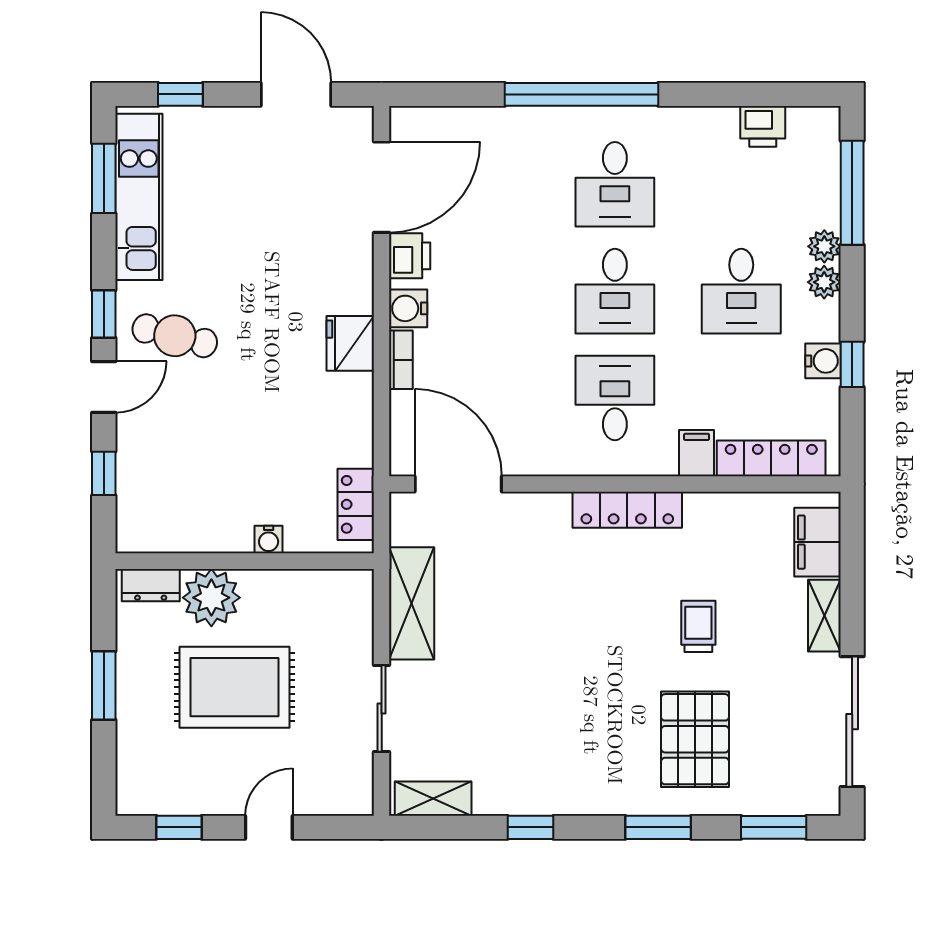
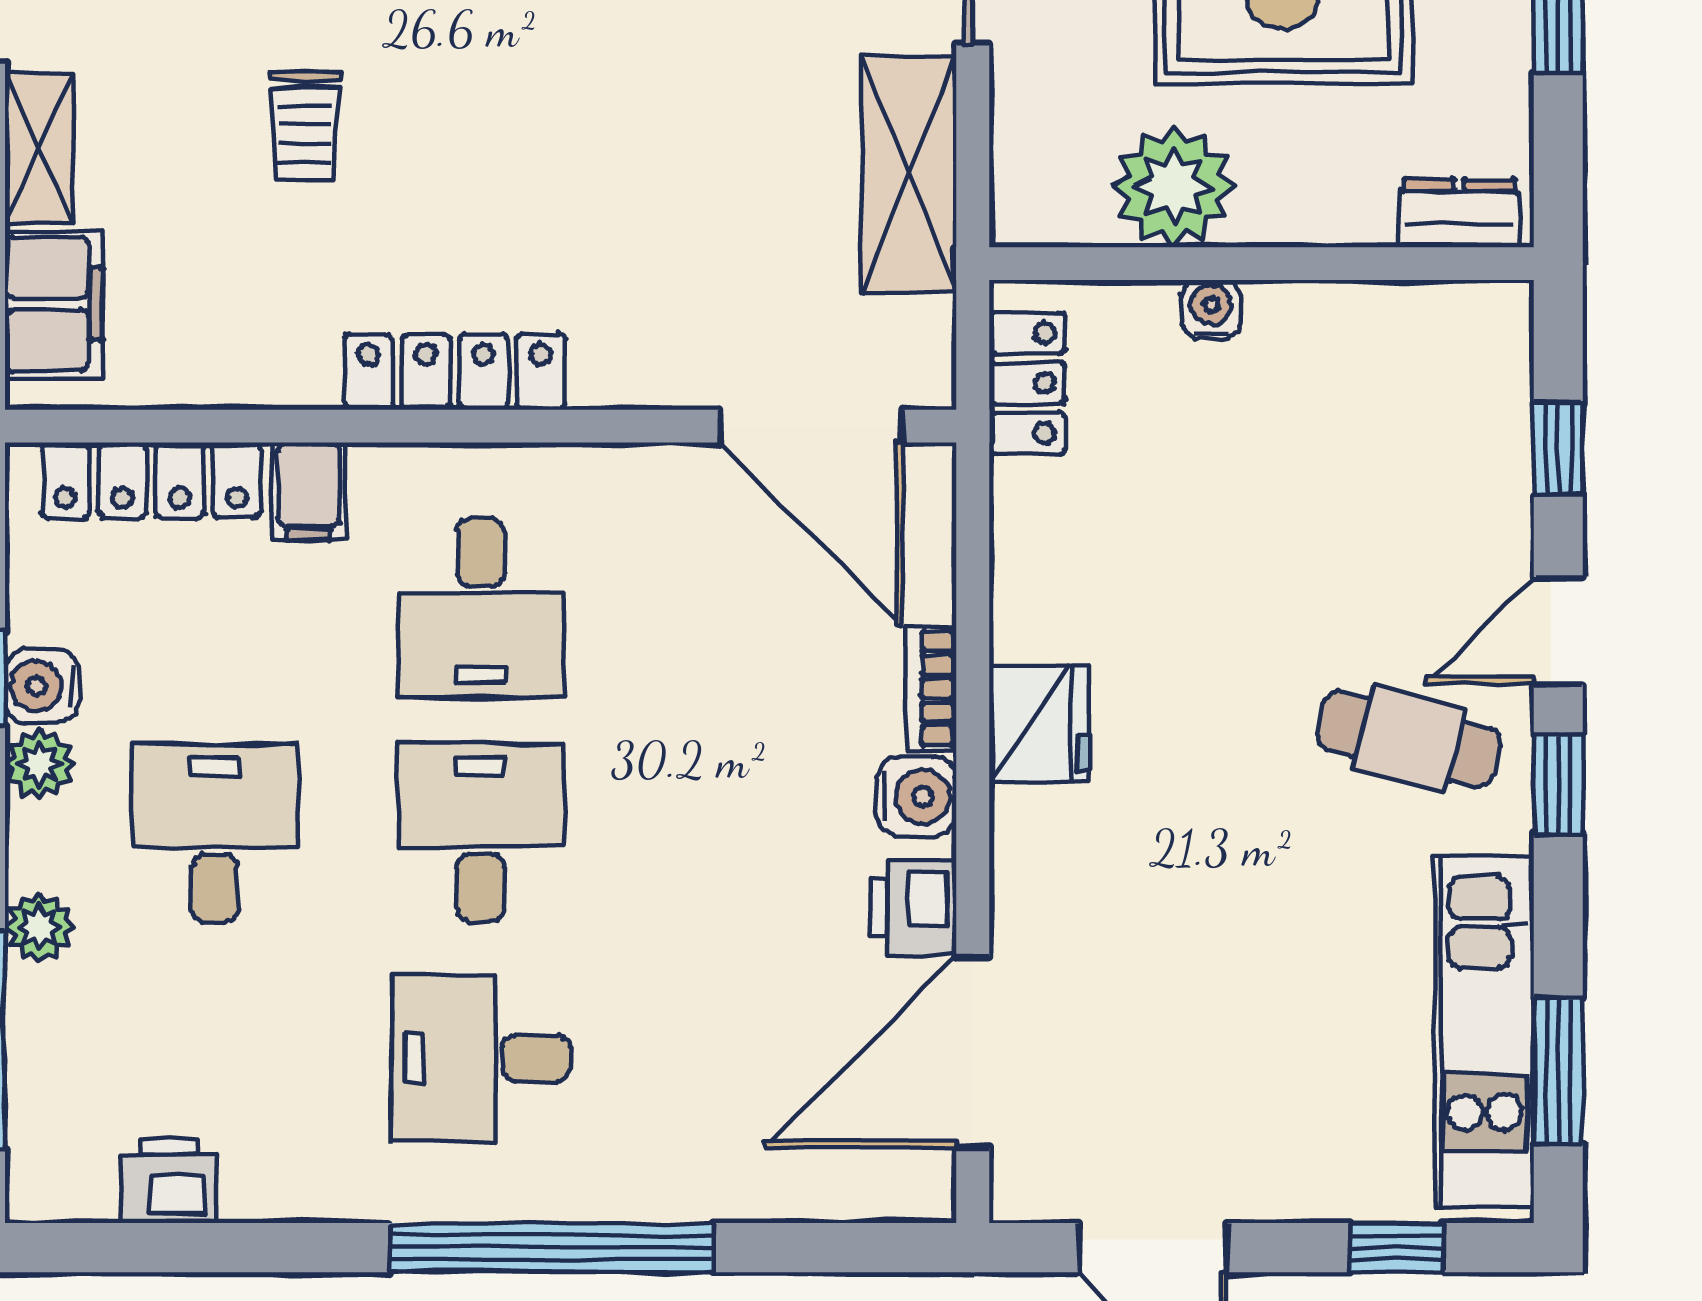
desk: (615, 184) -> (481, 1058), turned -90
plant: (824, 282) -> (40, 764), moved
plant: (211, 598) -> (1174, 187), moved

